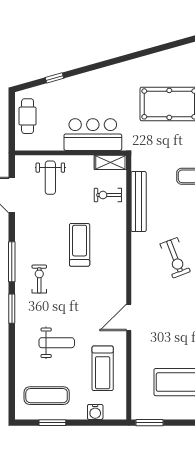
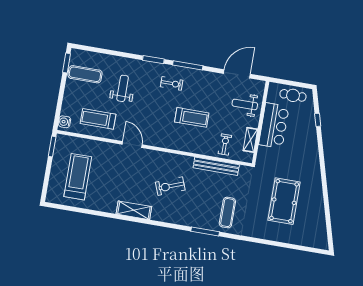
bar counter: (93, 135) -> (274, 126), moved
shelving: (110, 162) -> (250, 140), moved
weight bench: (57, 343) -> (123, 88), turned 180
exercise mat: (47, 396) -> (85, 74), turned 90
water cooler: (95, 412) -> (64, 122), moved
window: (52, 423) -> (66, 63), moved

